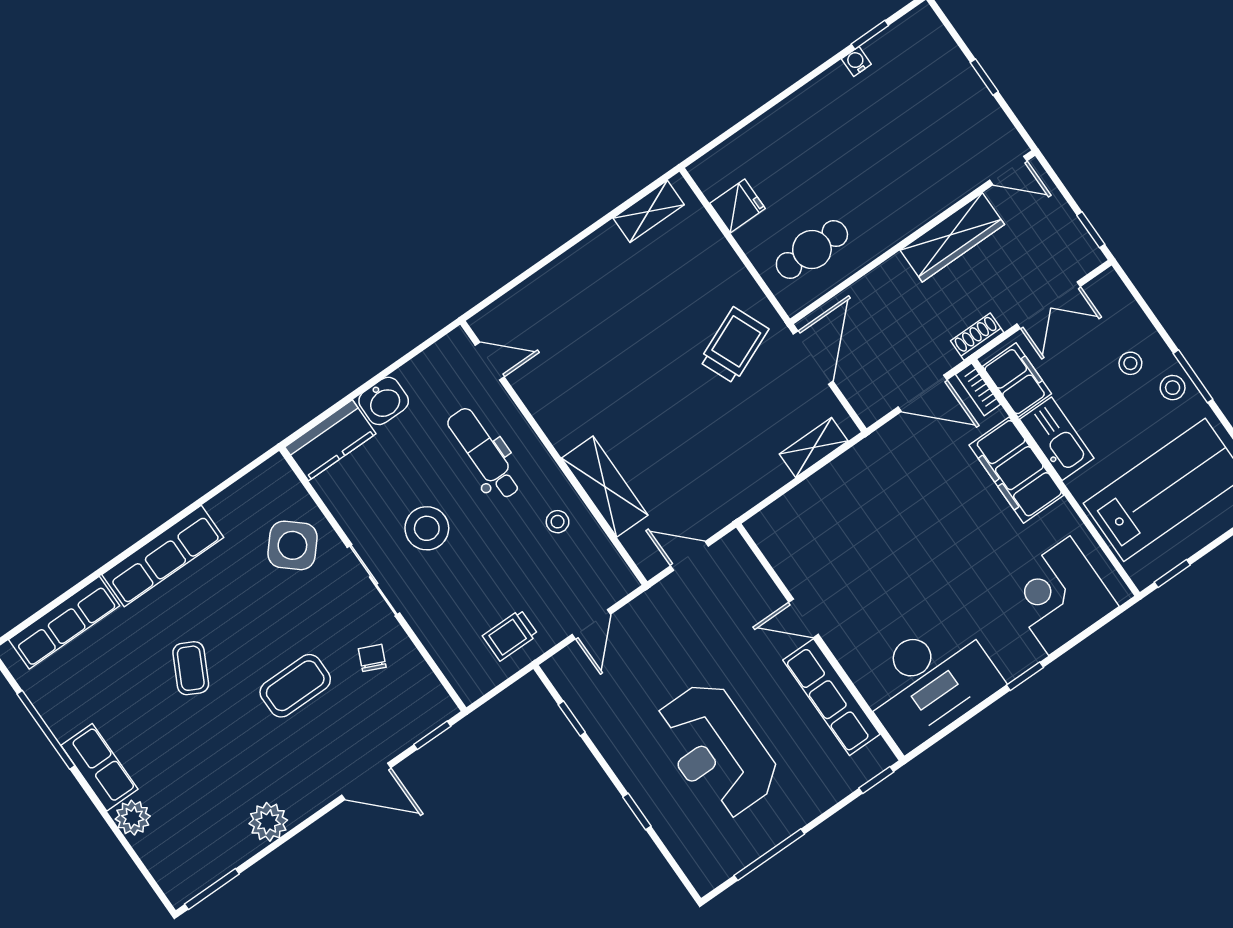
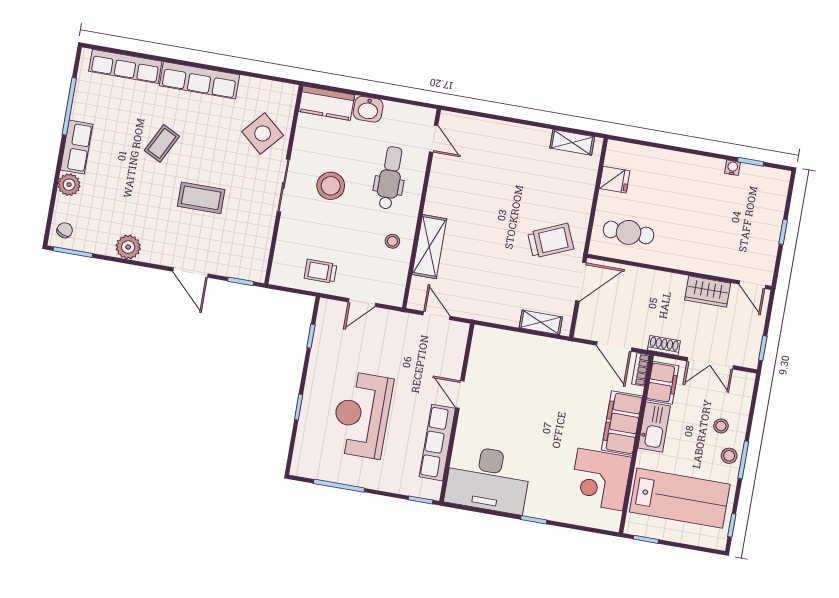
wardrobe: (952, 237) -> (708, 292), width x0.67
corner desk: (1059, 596) -> (600, 479), moved, turned -90
chair: (372, 658) -> (65, 230), moved

